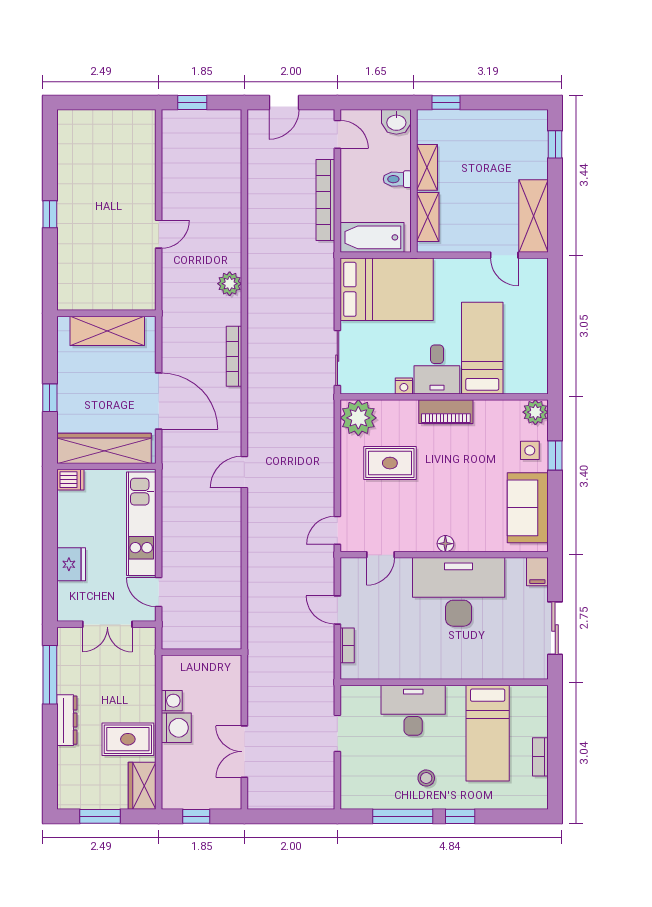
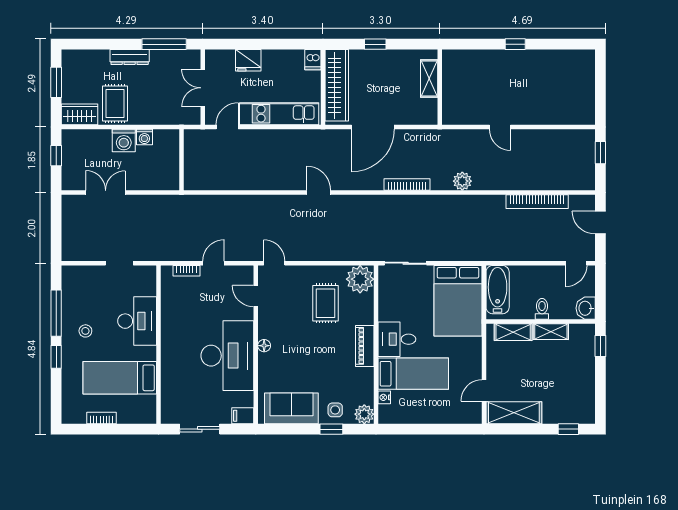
bookcase: (325, 200) -> (537, 202), moved, turned 180
shelving: (107, 331) -> (429, 78), width x0.67, depth x0.75
nightstand: (404, 386) -> (384, 397), moved

